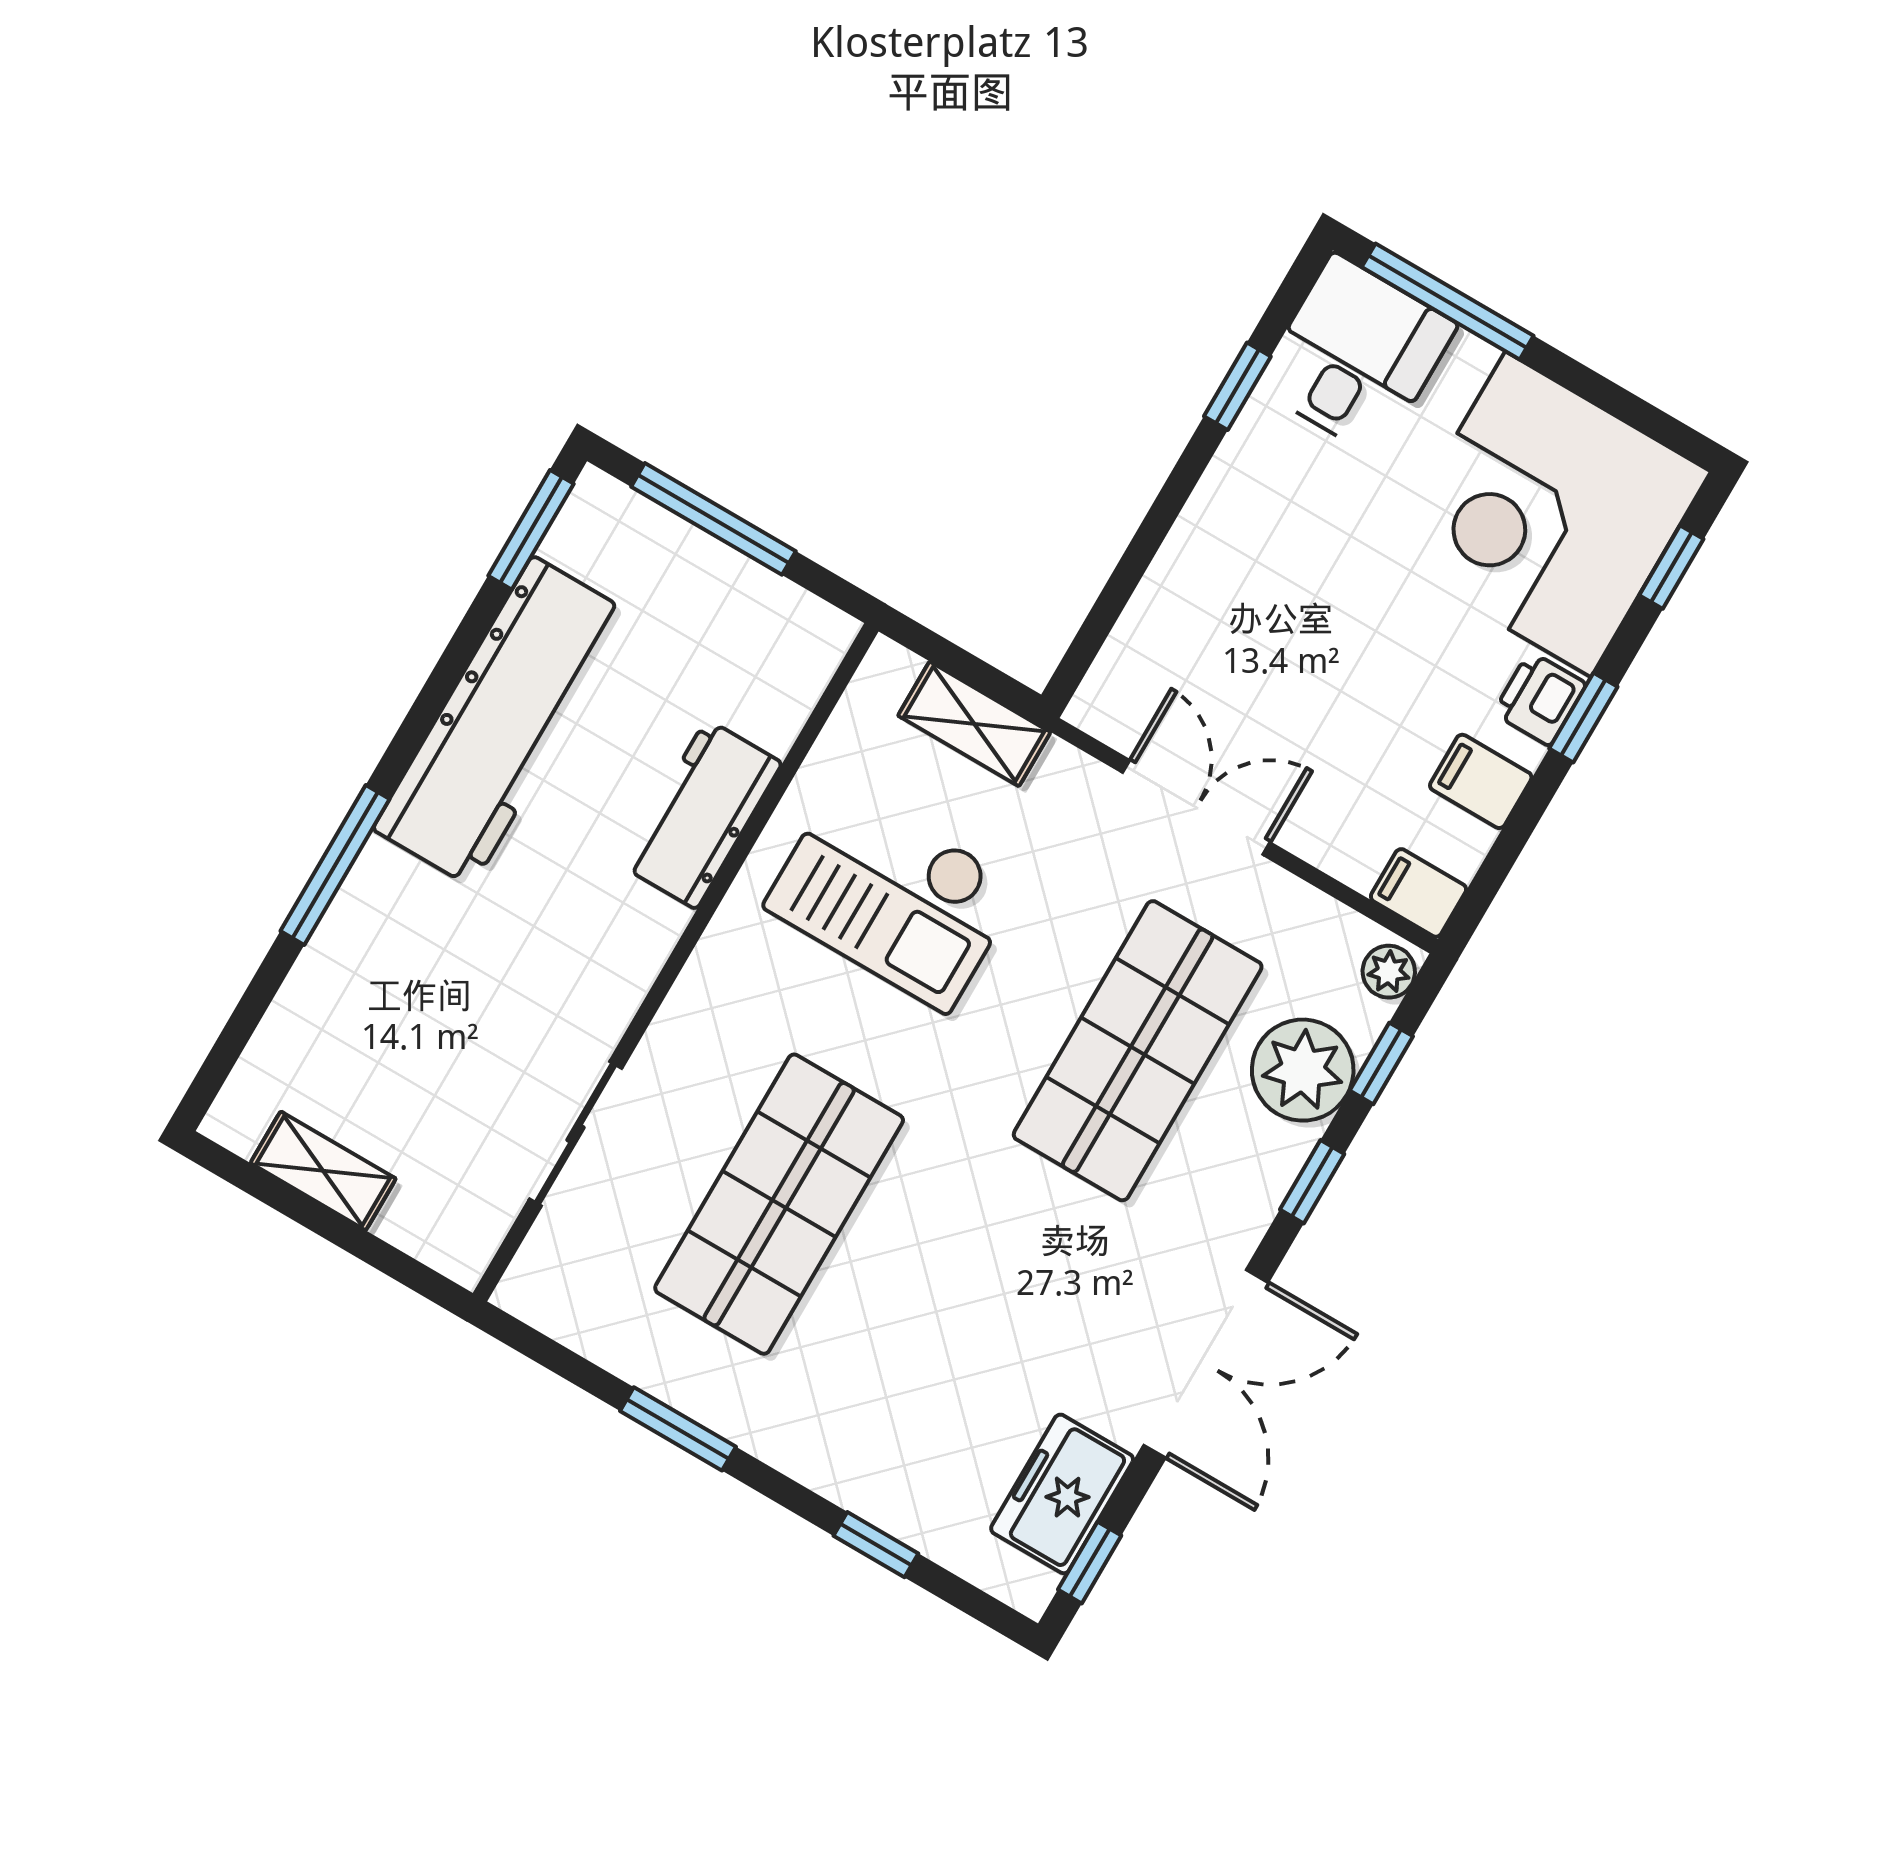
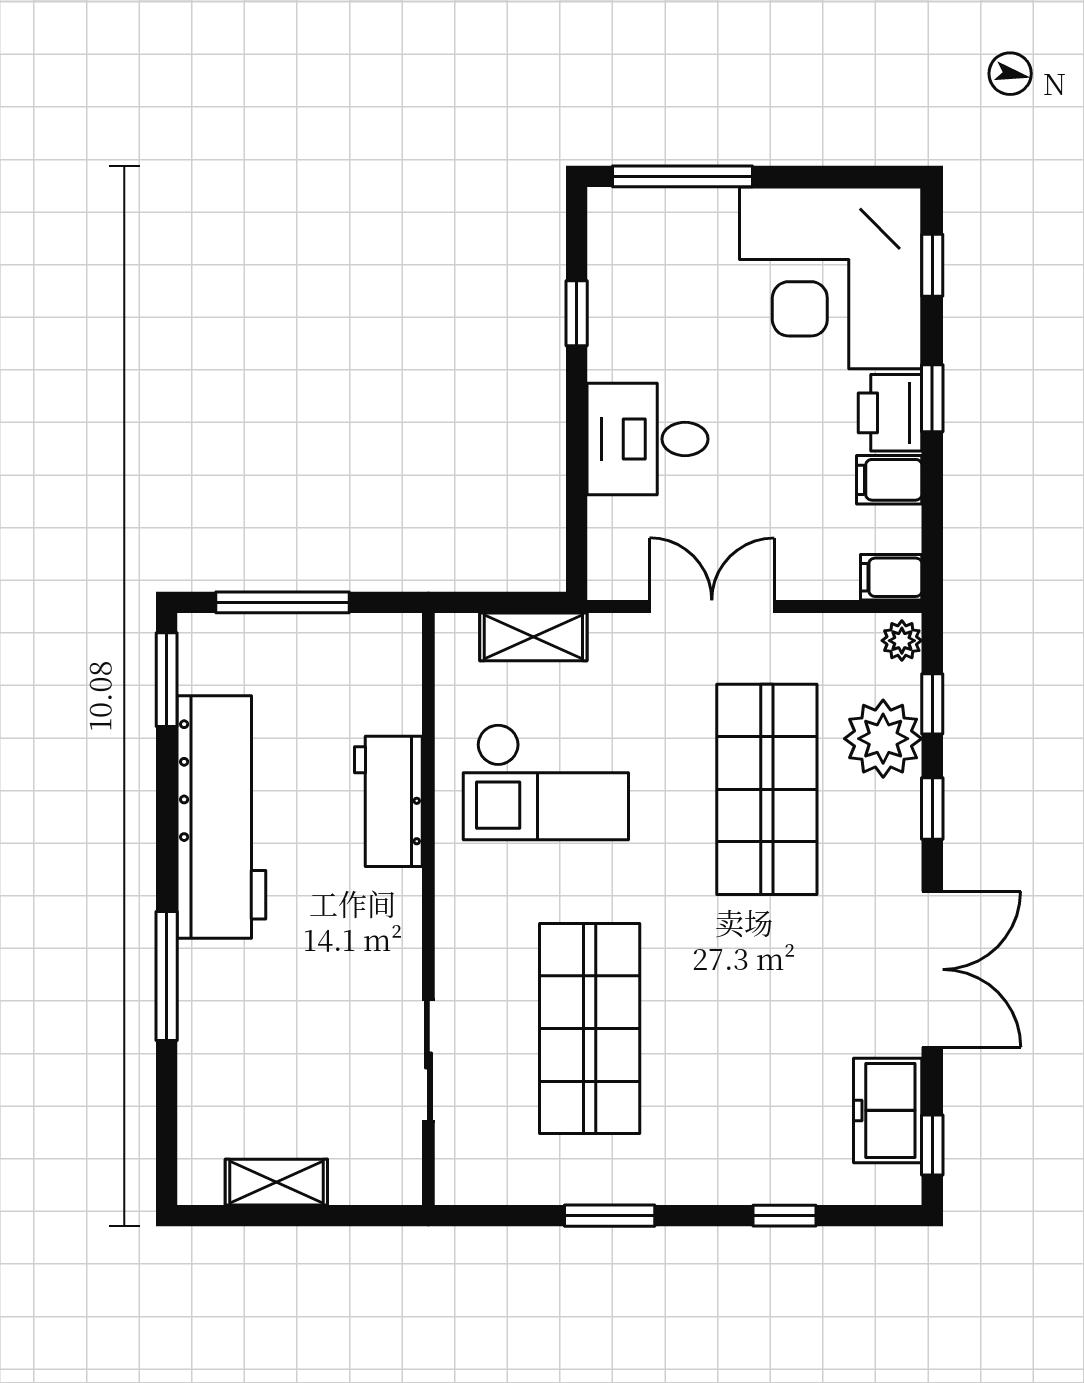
desk: (1356, 356) -> (648, 439), moved, turned -90
printer: (1540, 699) -> (890, 413), width x1.36, depth x1.24

